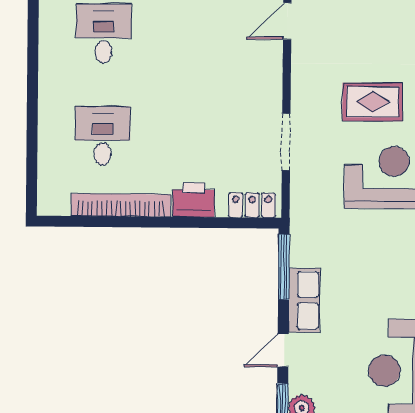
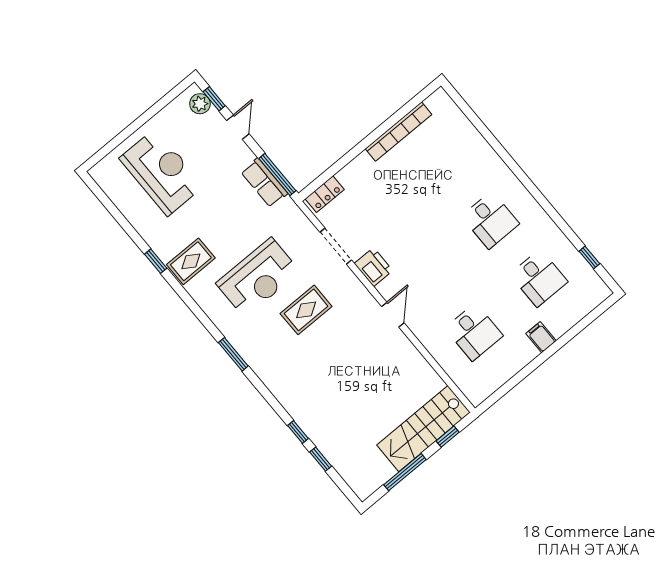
desk: (103, 136) -> (442, 162), removed
printer: (193, 200) -> (374, 267), moved, turned -90
row of seats: (304, 300) -> (264, 183), moved

